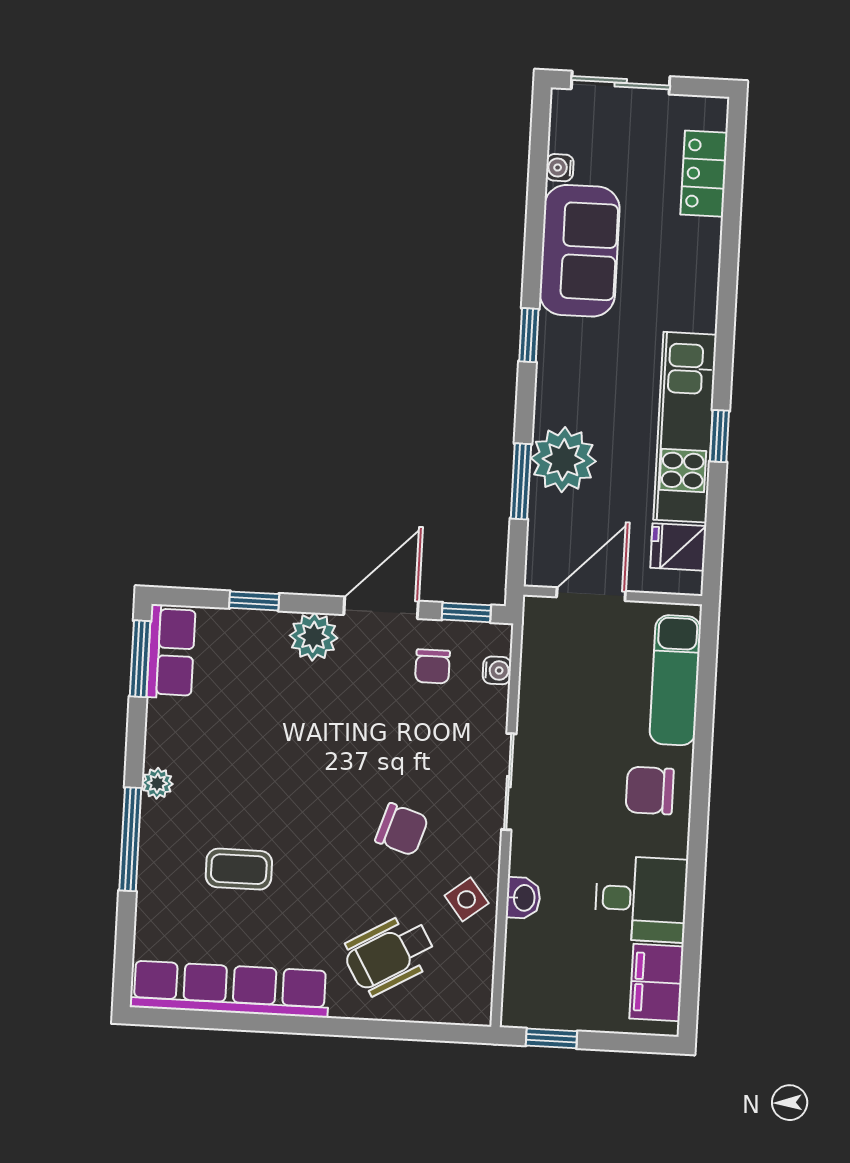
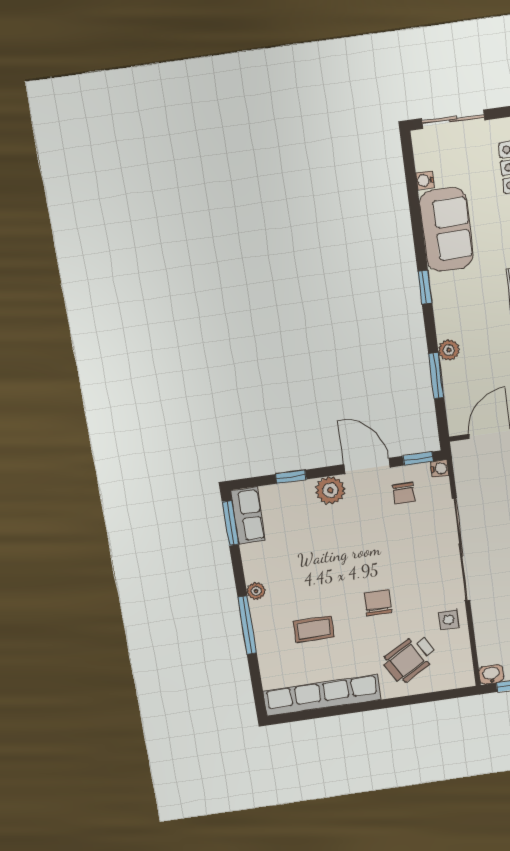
plant: (563, 460) -> (449, 350), width x0.53, depth x0.53
door: (381, 608) -> (367, 466), hinge flipped
water cooler: (497, 670) -> (440, 469), moved
sliding door: (509, 782) -> (461, 550), width x1.86
chair: (402, 829) -> (378, 603), moved, turned -108
washbasin: (523, 898) -> (491, 674), moved, turned -90
side table: (467, 899) -> (449, 620), turned 38

